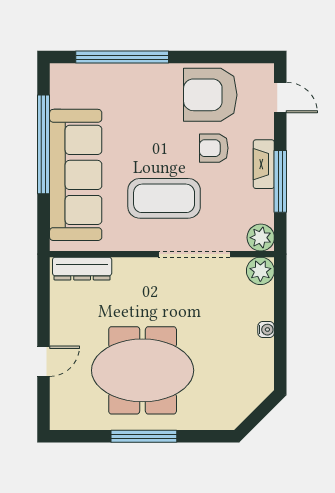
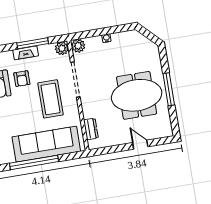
dresser: (82, 269) -> (91, 129), width x0.70
meeting table: (143, 370) -> (137, 95), turned 90

